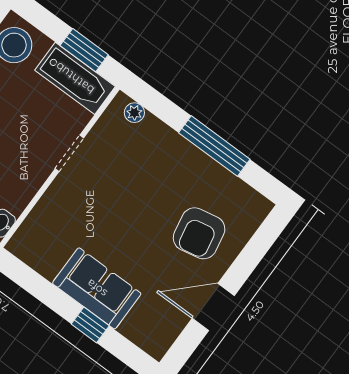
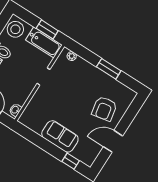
window: (214, 146) -> (109, 69), width x0.69
window: (90, 325) -> (71, 161), moved

